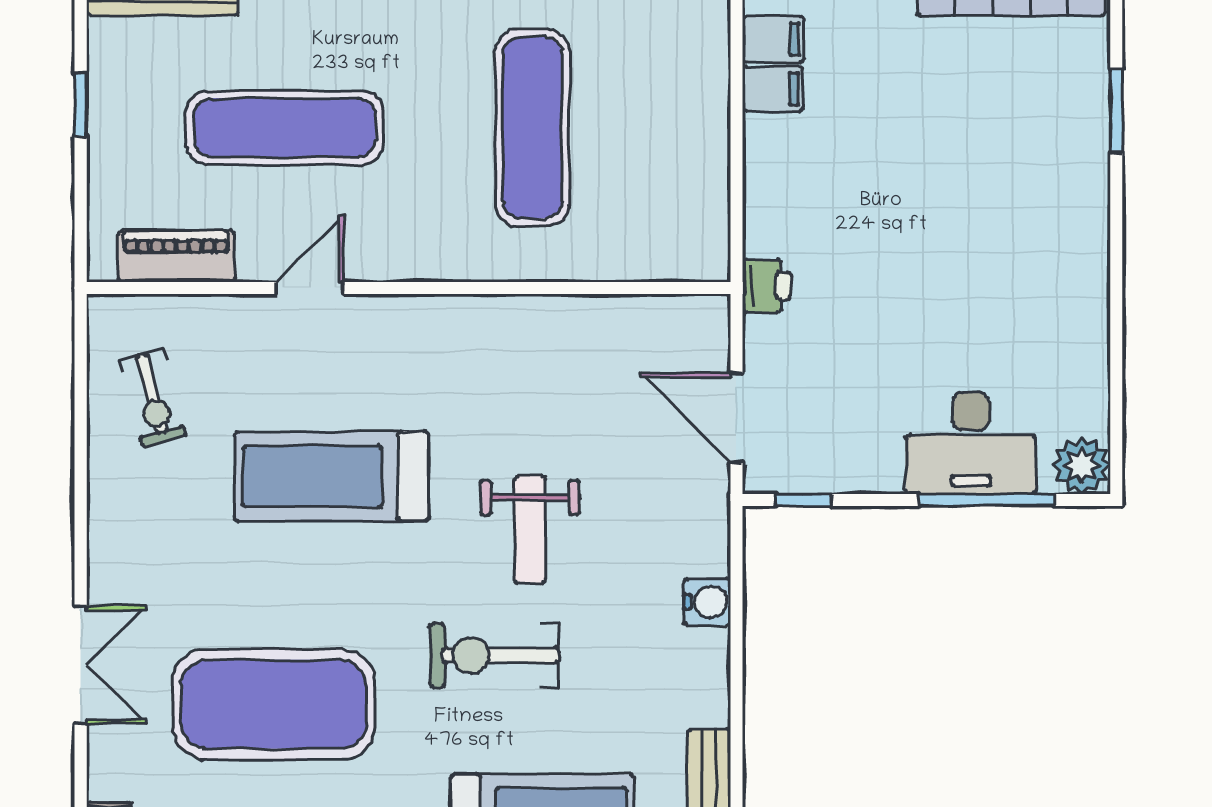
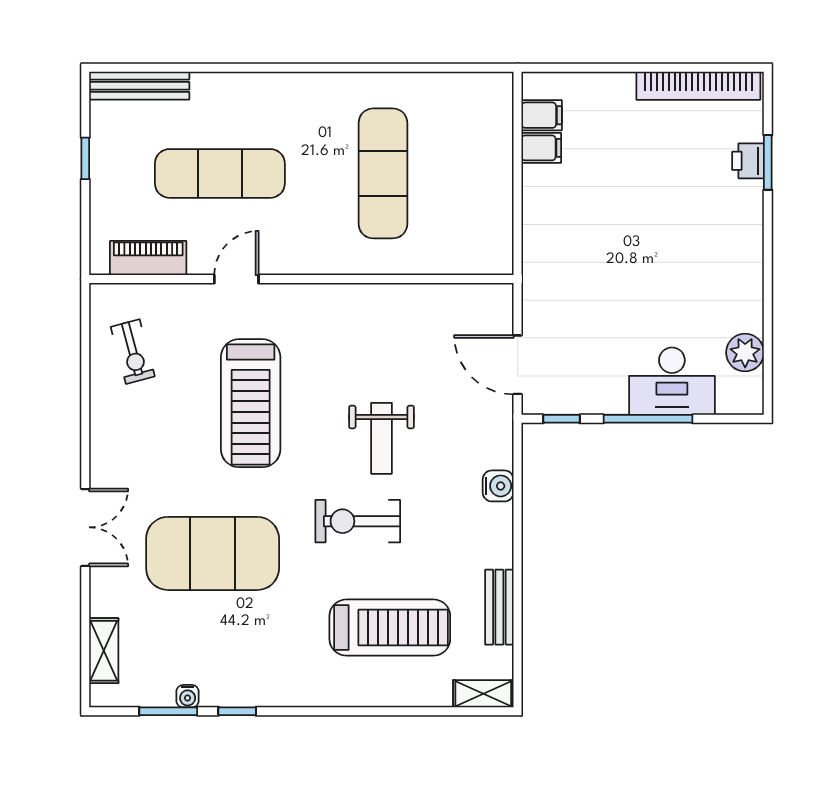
printer: (767, 286) -> (748, 161), moved, turned 180
plant: (1082, 465) -> (745, 353), moved
treadmill: (331, 476) -> (251, 403), turned -90
window: (987, 500) -> (648, 419), moved

